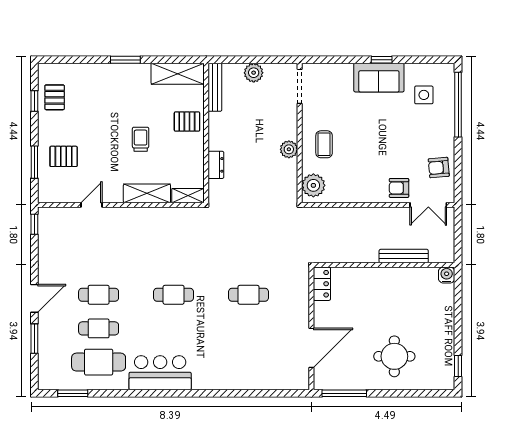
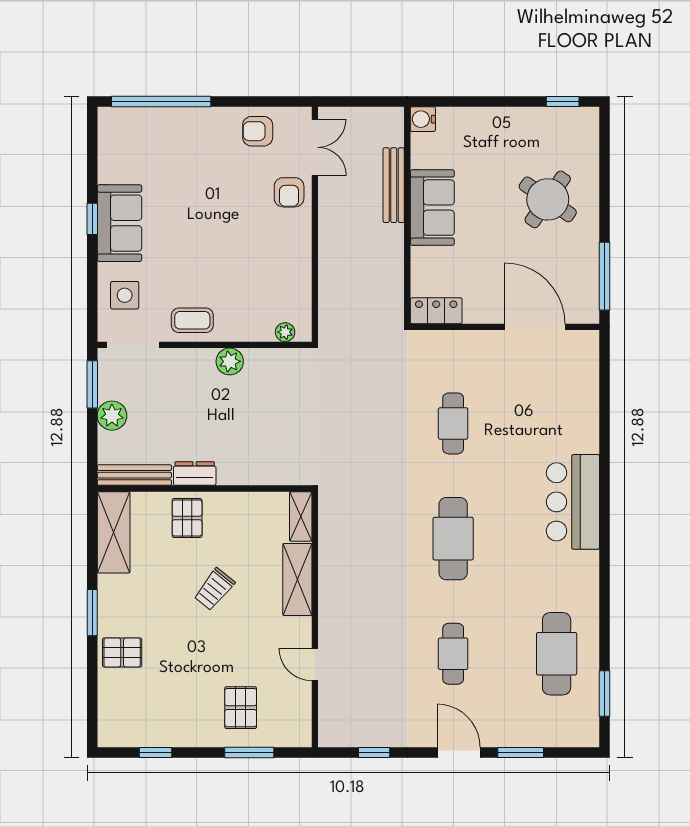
window: (274, 60) -> (92, 384), added
side table: (424, 95) -> (125, 295), moved
pallet: (55, 97) -> (122, 652), moved
trolley: (141, 139) -> (214, 589), turned -51
coffee table: (324, 144) -> (192, 320), moved
dresser: (216, 165) -> (195, 474), moved
armchair: (439, 168) -> (258, 131), turned 95
plant: (313, 185) -> (285, 332), width x0.53, depth x0.53
window: (34, 224) -> (374, 752), moved
sofa: (389, 281) -> (432, 208), added
cafe table: (174, 295) -> (453, 539), width x1.37, depth x1.35
cafe table: (99, 328) -> (505, 654), removed
round table: (394, 356) -> (548, 199), turned 35
bar counter: (160, 373) -> (573, 502), moved

